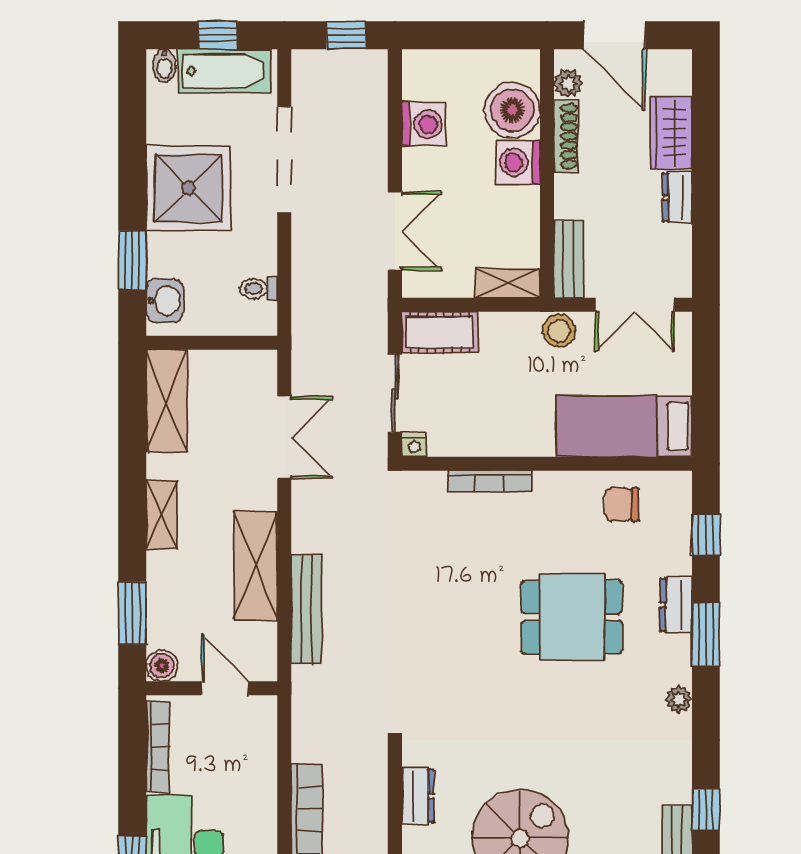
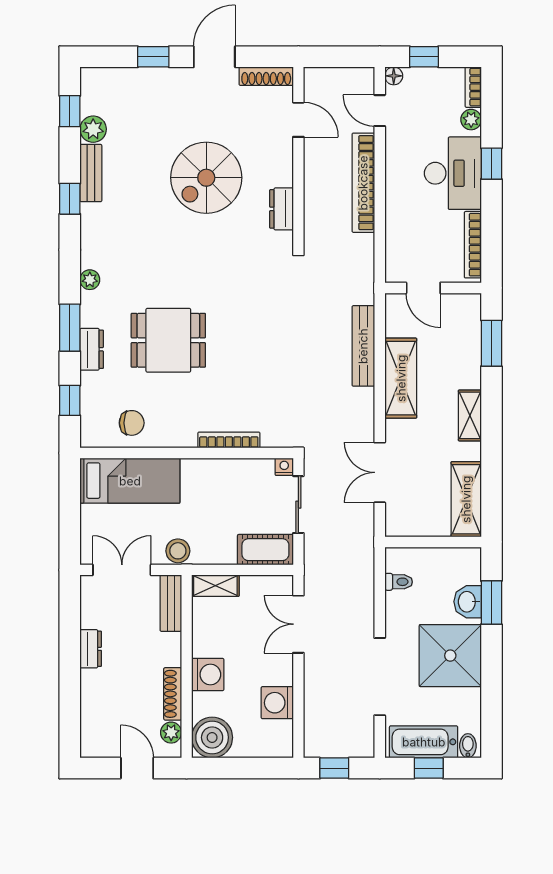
door: (614, 35) -> (137, 768), width x0.73
boiler: (512, 110) -> (212, 737), moved
wardrobe: (671, 133) -> (95, 696), removed
washbasin: (165, 301) -> (468, 602), moved
boiler: (162, 666) -> (470, 305), removed

